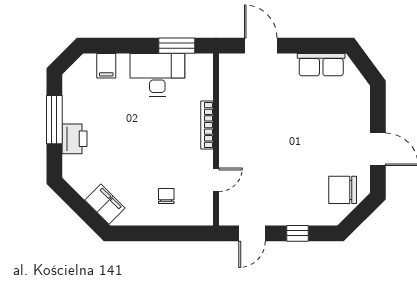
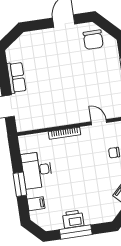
window: (177, 46) -> (20, 184), moved
row of seats: (321, 65) -> (16, 78), moved
printer: (74, 139) -> (73, 219), moved

